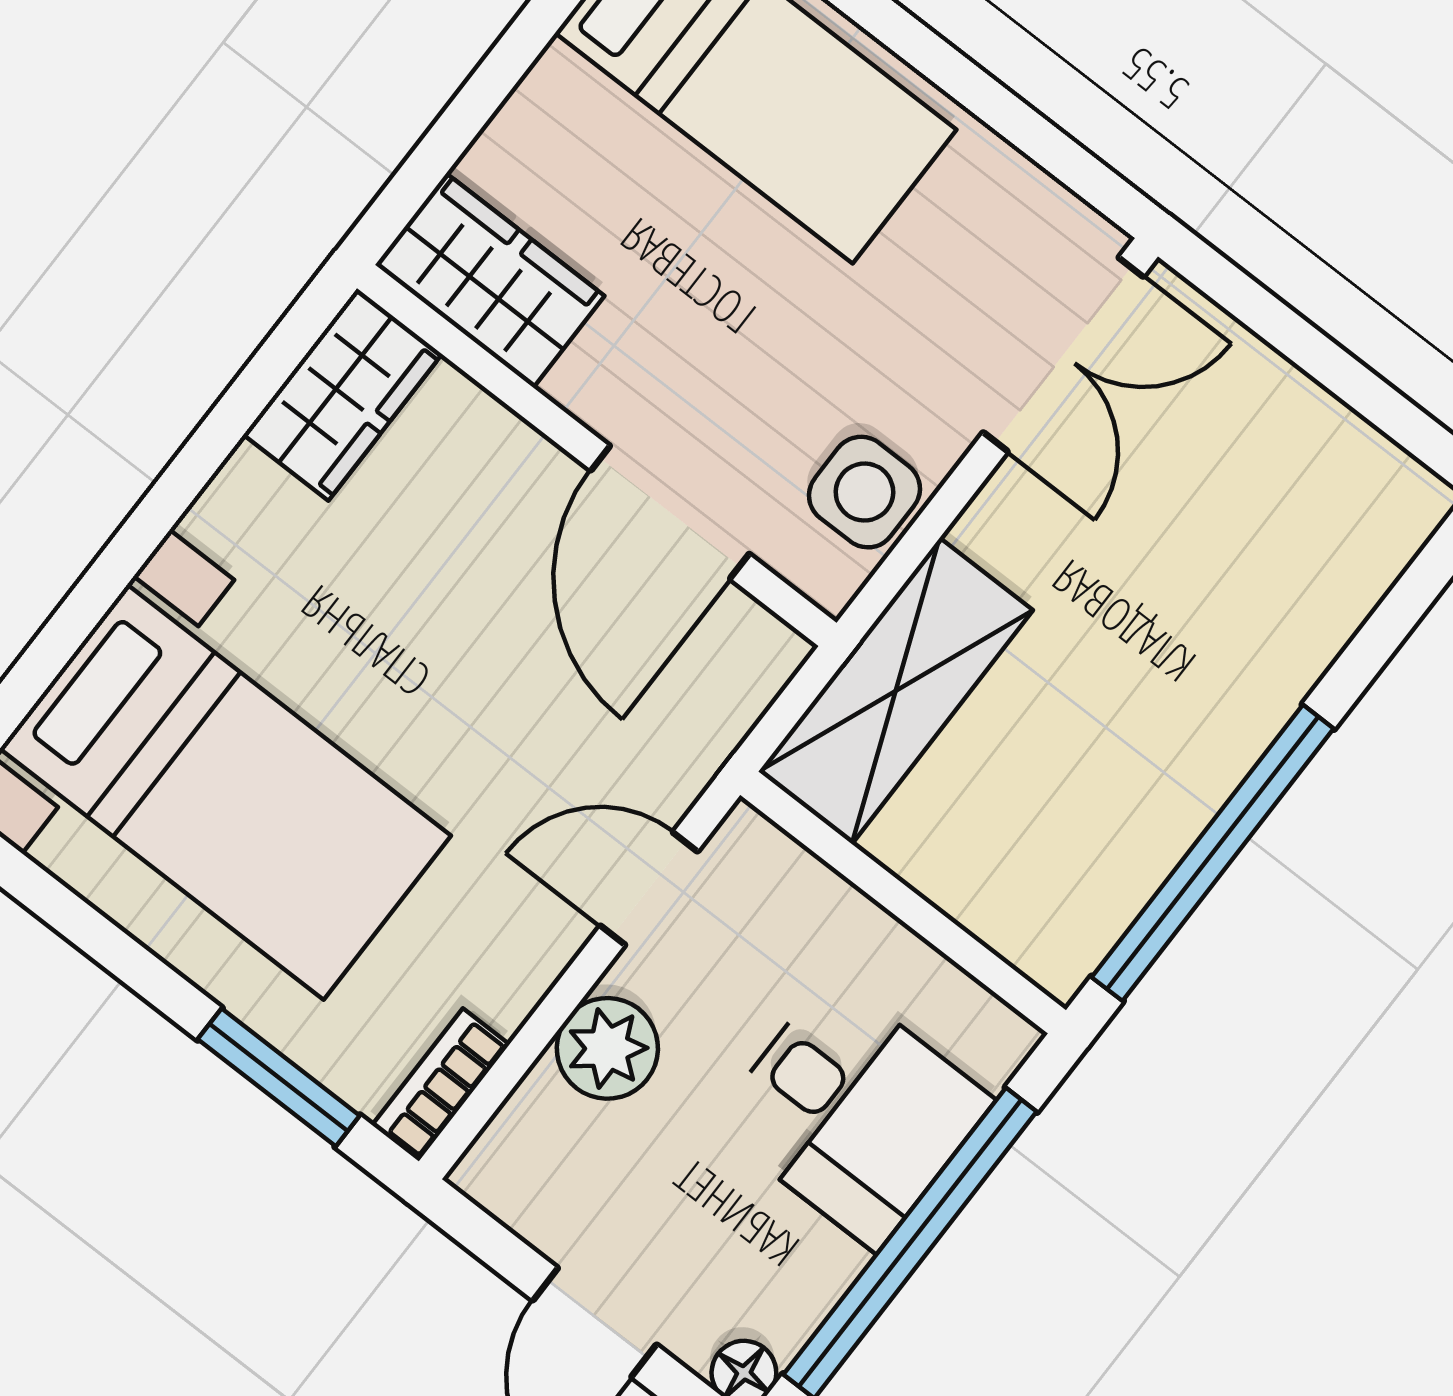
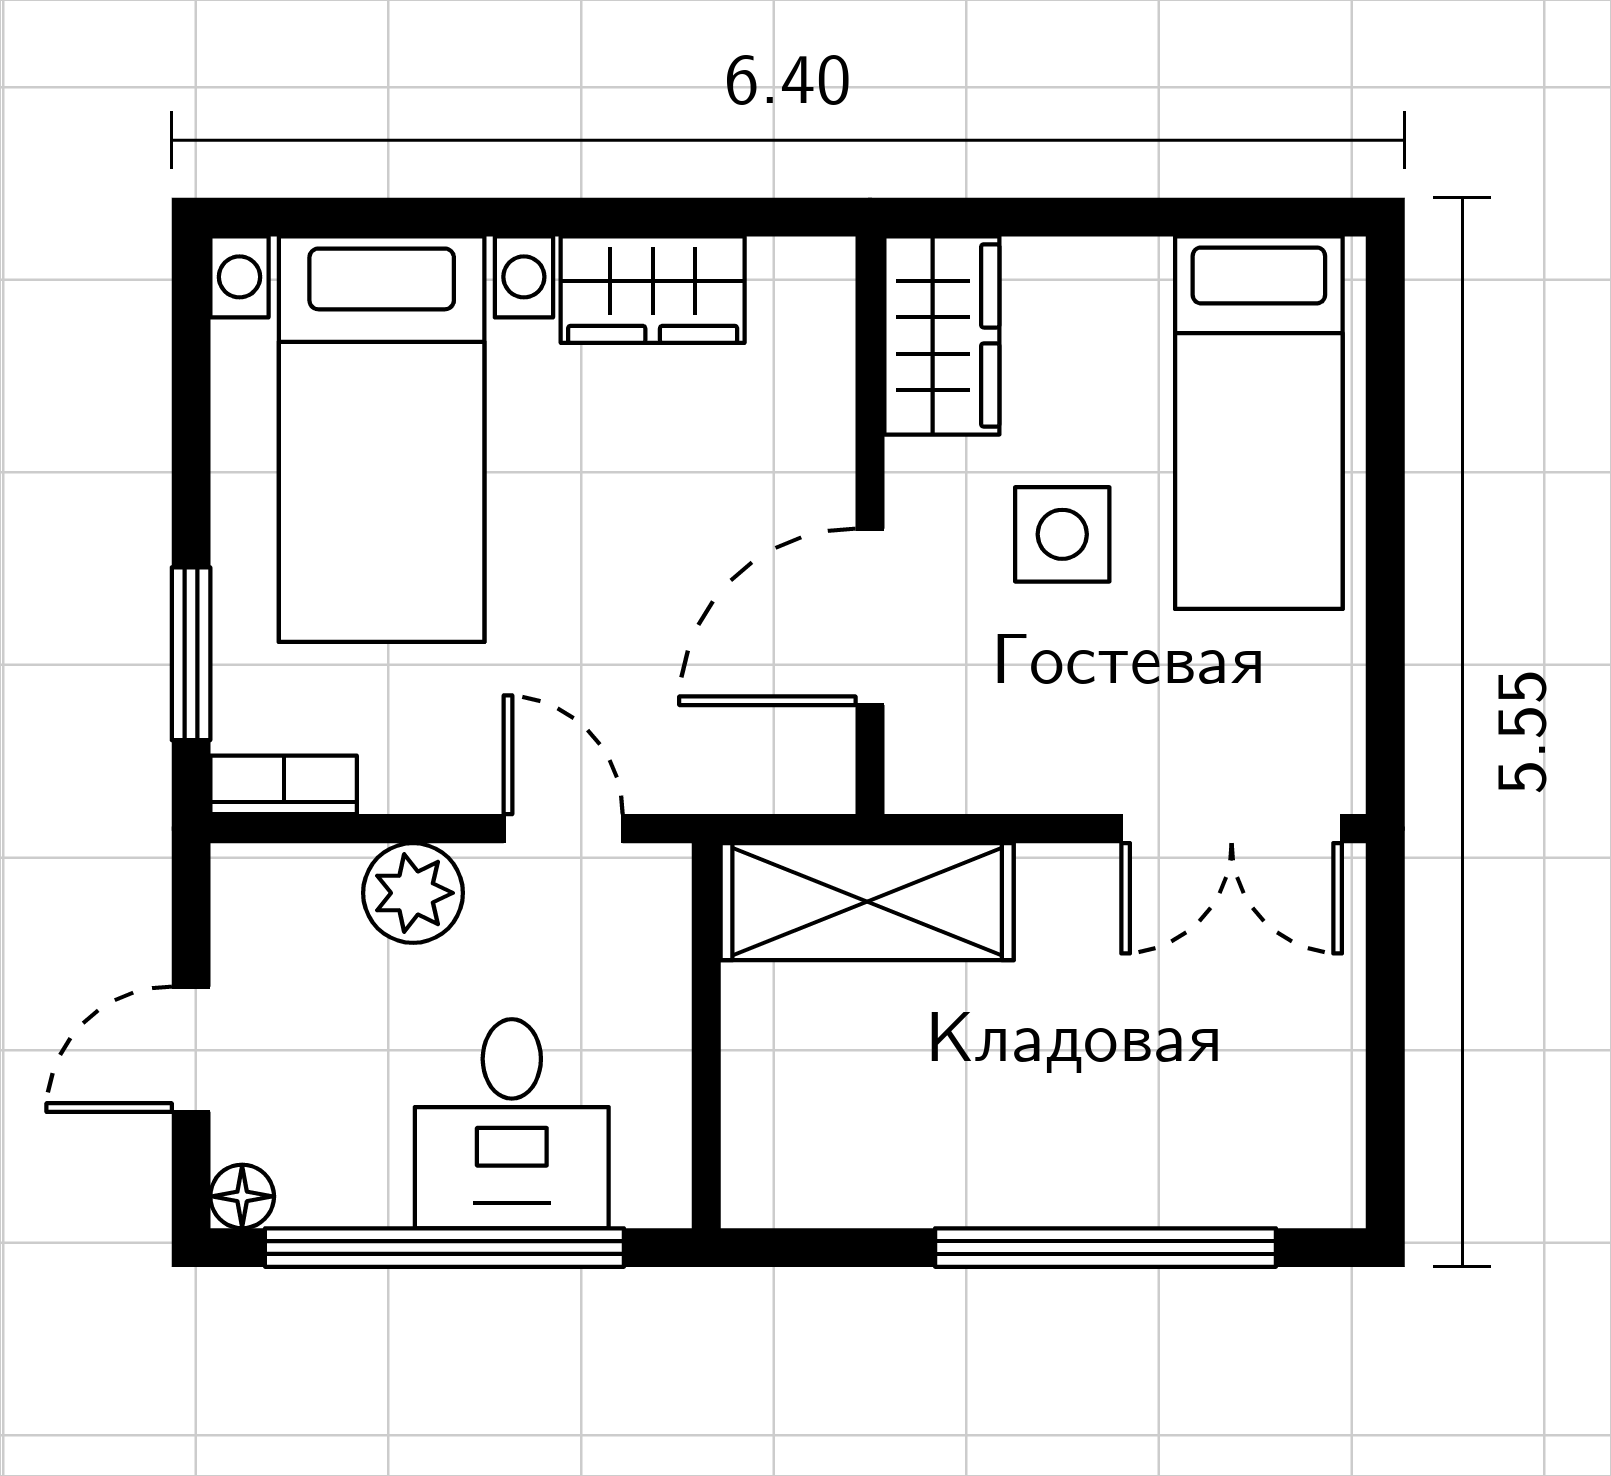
wardrobe: (343, 394) -> (653, 290), moved
side table: (864, 492) -> (1062, 534), moved
window: (1213, 853) -> (1105, 1248), moved

